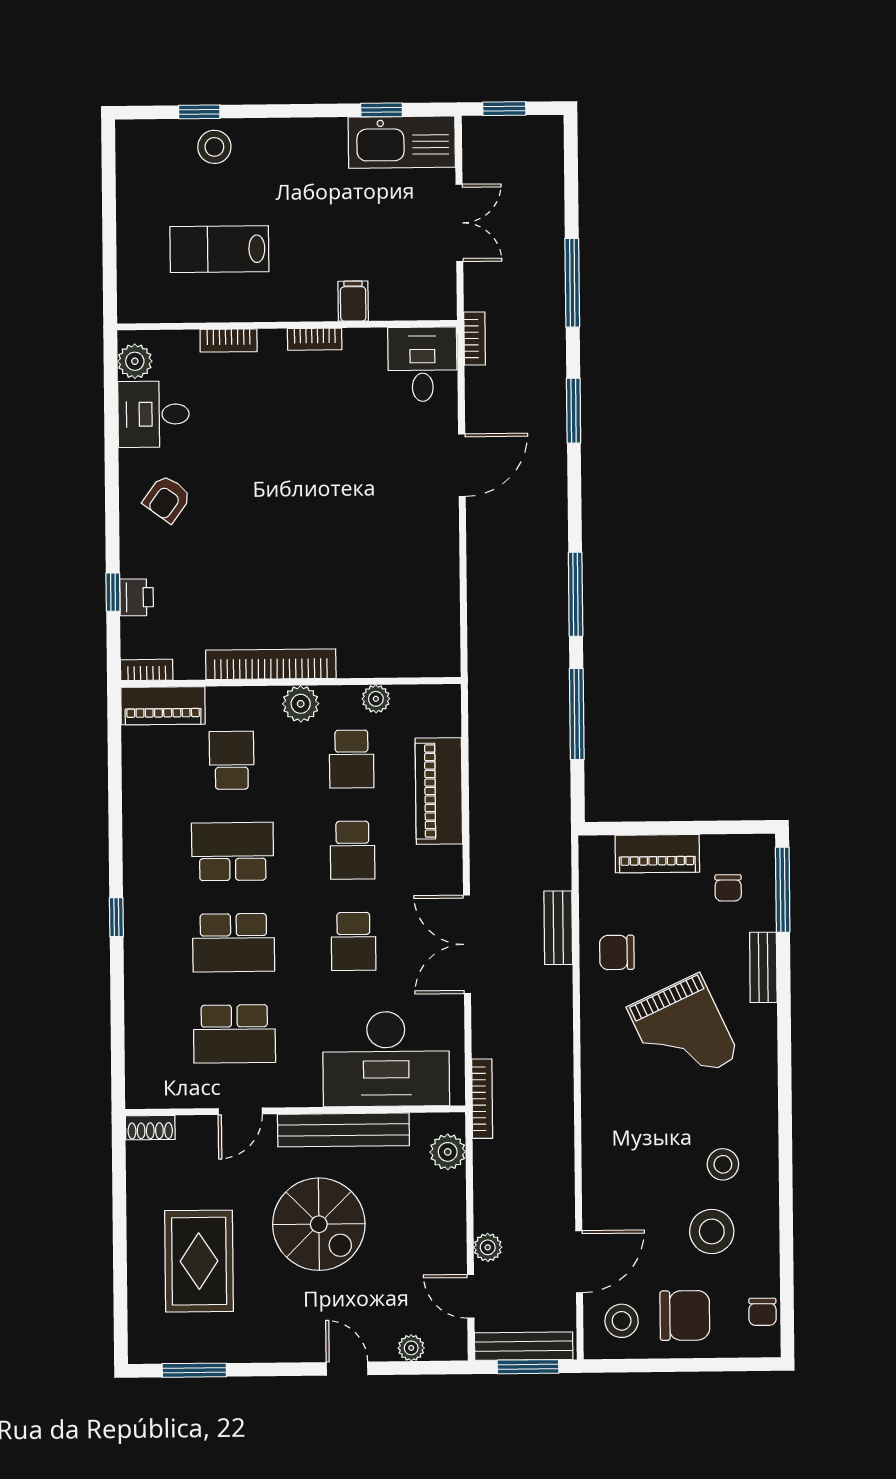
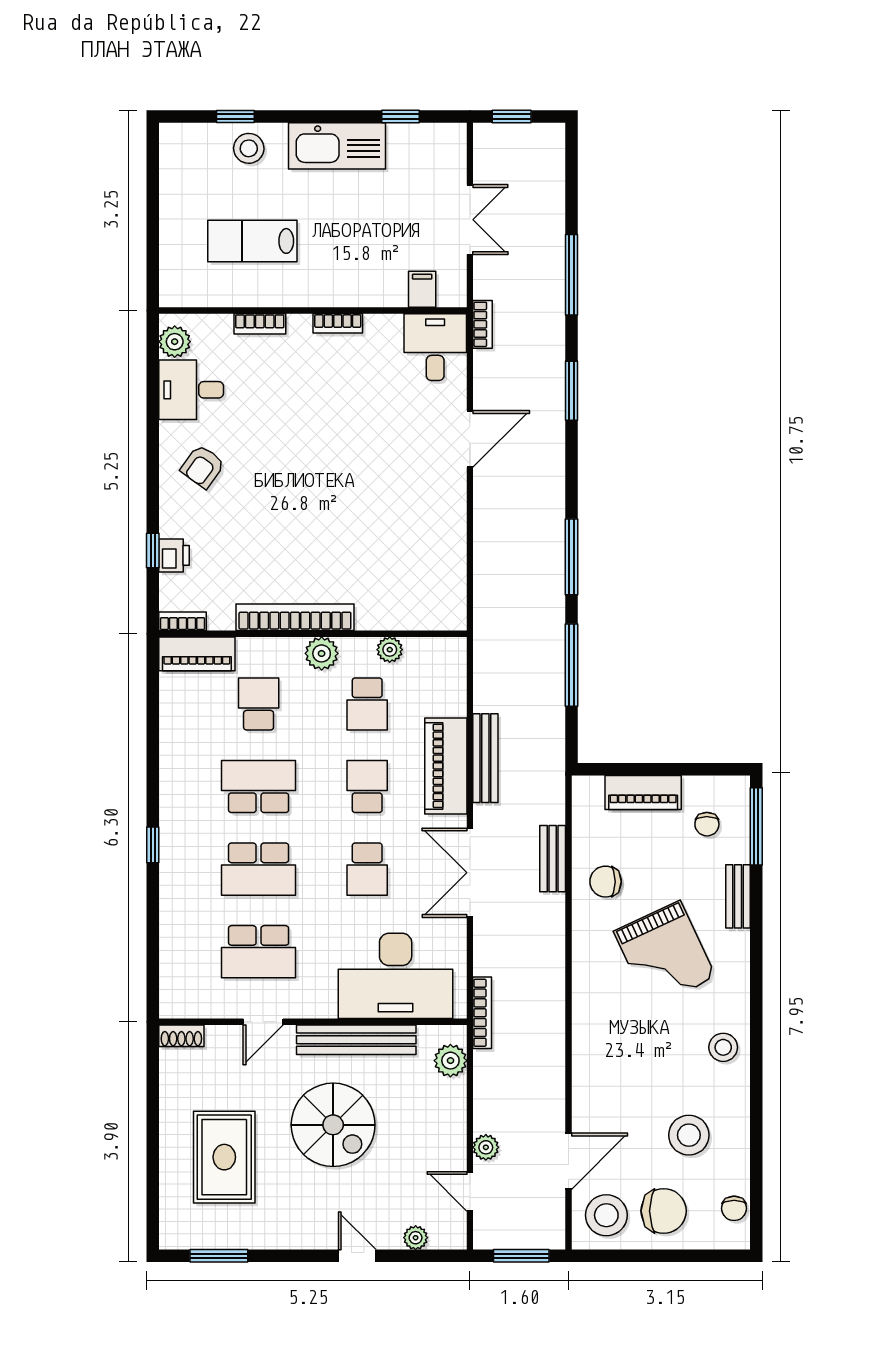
kitchen sink: (402, 142) -> (337, 146), moved
filing cabinet: (353, 301) -> (422, 289), moved
piano: (439, 791) -> (446, 766), moved
school desk: (353, 850) -> (367, 787), turned 180
stool: (723, 1164) -> (723, 1047), moved
stool: (622, 1321) -> (606, 1215), width x1.38, depth x1.38
bench: (524, 1346) -> (485, 758), moved, turned 90

